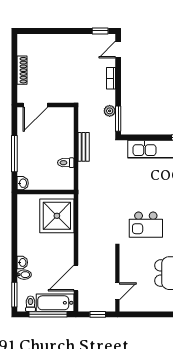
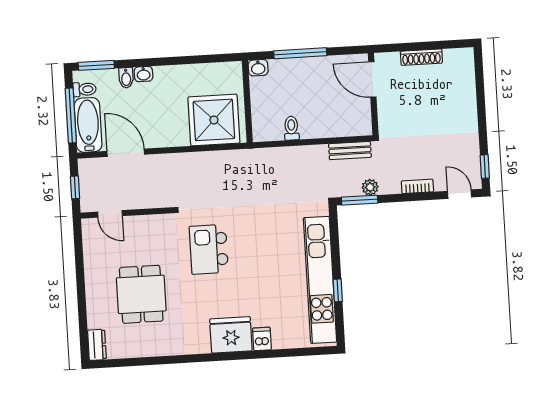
bench: (84, 147) -> (350, 151), moved

